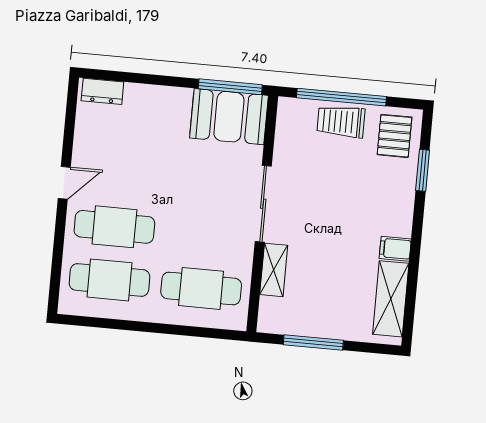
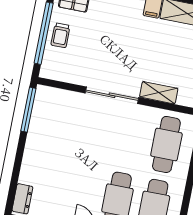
booth: (229, 117) -> (49, 113), removed
trolley: (341, 121) -> (61, 35), width x0.73, depth x0.72

